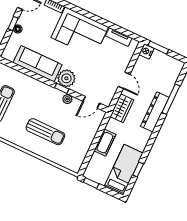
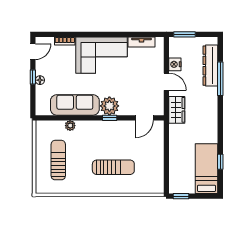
nightstand: (147, 51) -> (175, 64), moved
plant: (67, 99) -> (70, 126), moved
dresser: (155, 112) -> (210, 66), moved
cot: (105, 143) -> (176, 151), removed

